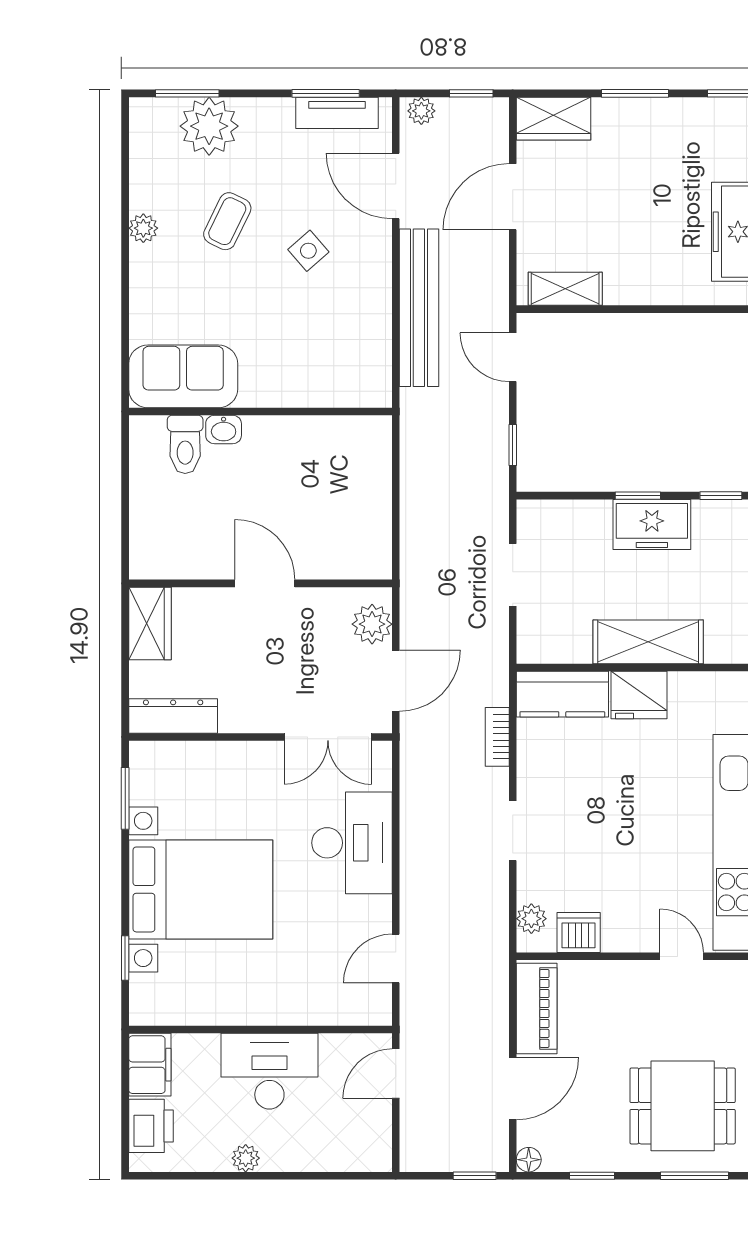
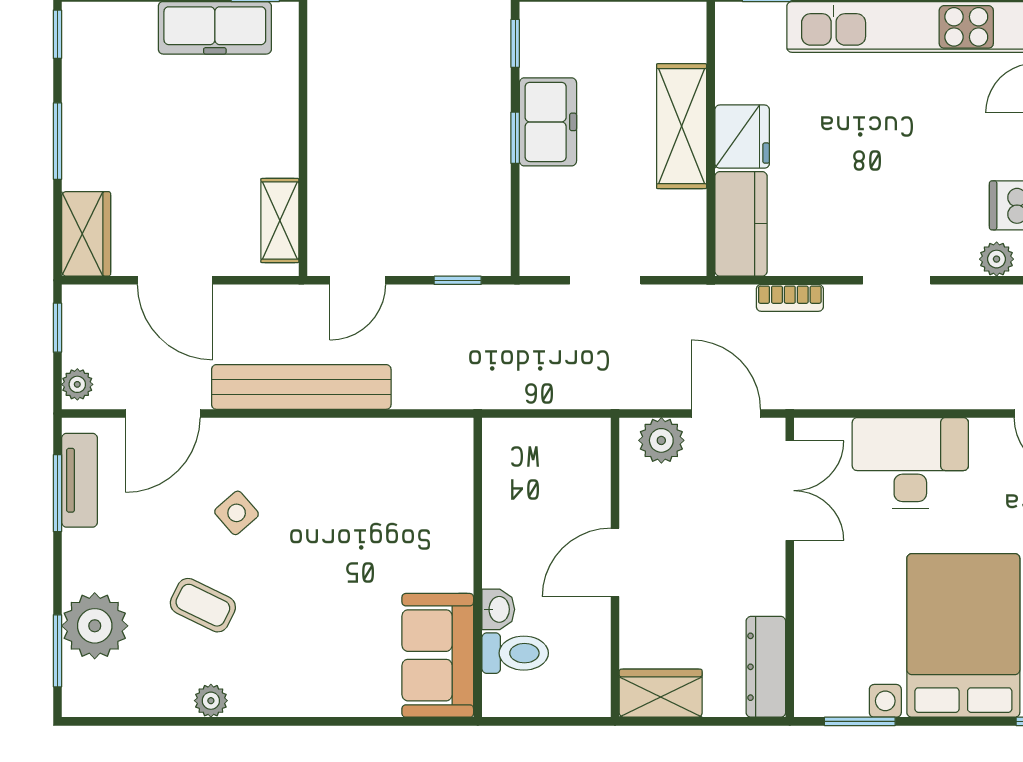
sofa: (183, 376) -> (438, 655), moved
wall: (260, 411) -> (478, 567), moved
washbasin: (224, 429) -> (498, 609), moved
toilet: (185, 444) -> (515, 653), moved

